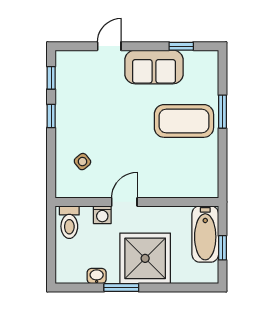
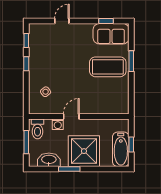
sofa: (154, 67) -> (111, 34), moved
bathtub: (205, 234) -> (121, 149), moved
window: (51, 244) -> (26, 142), added
washbasin: (97, 276) -> (49, 160), width x1.91, depth x1.45

